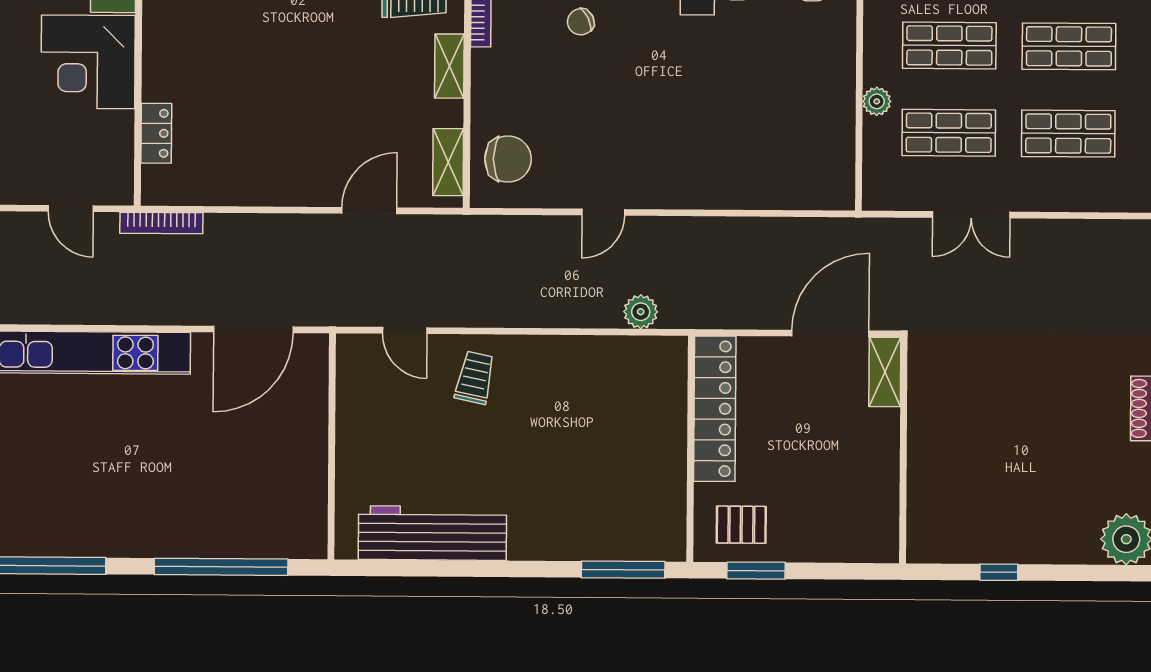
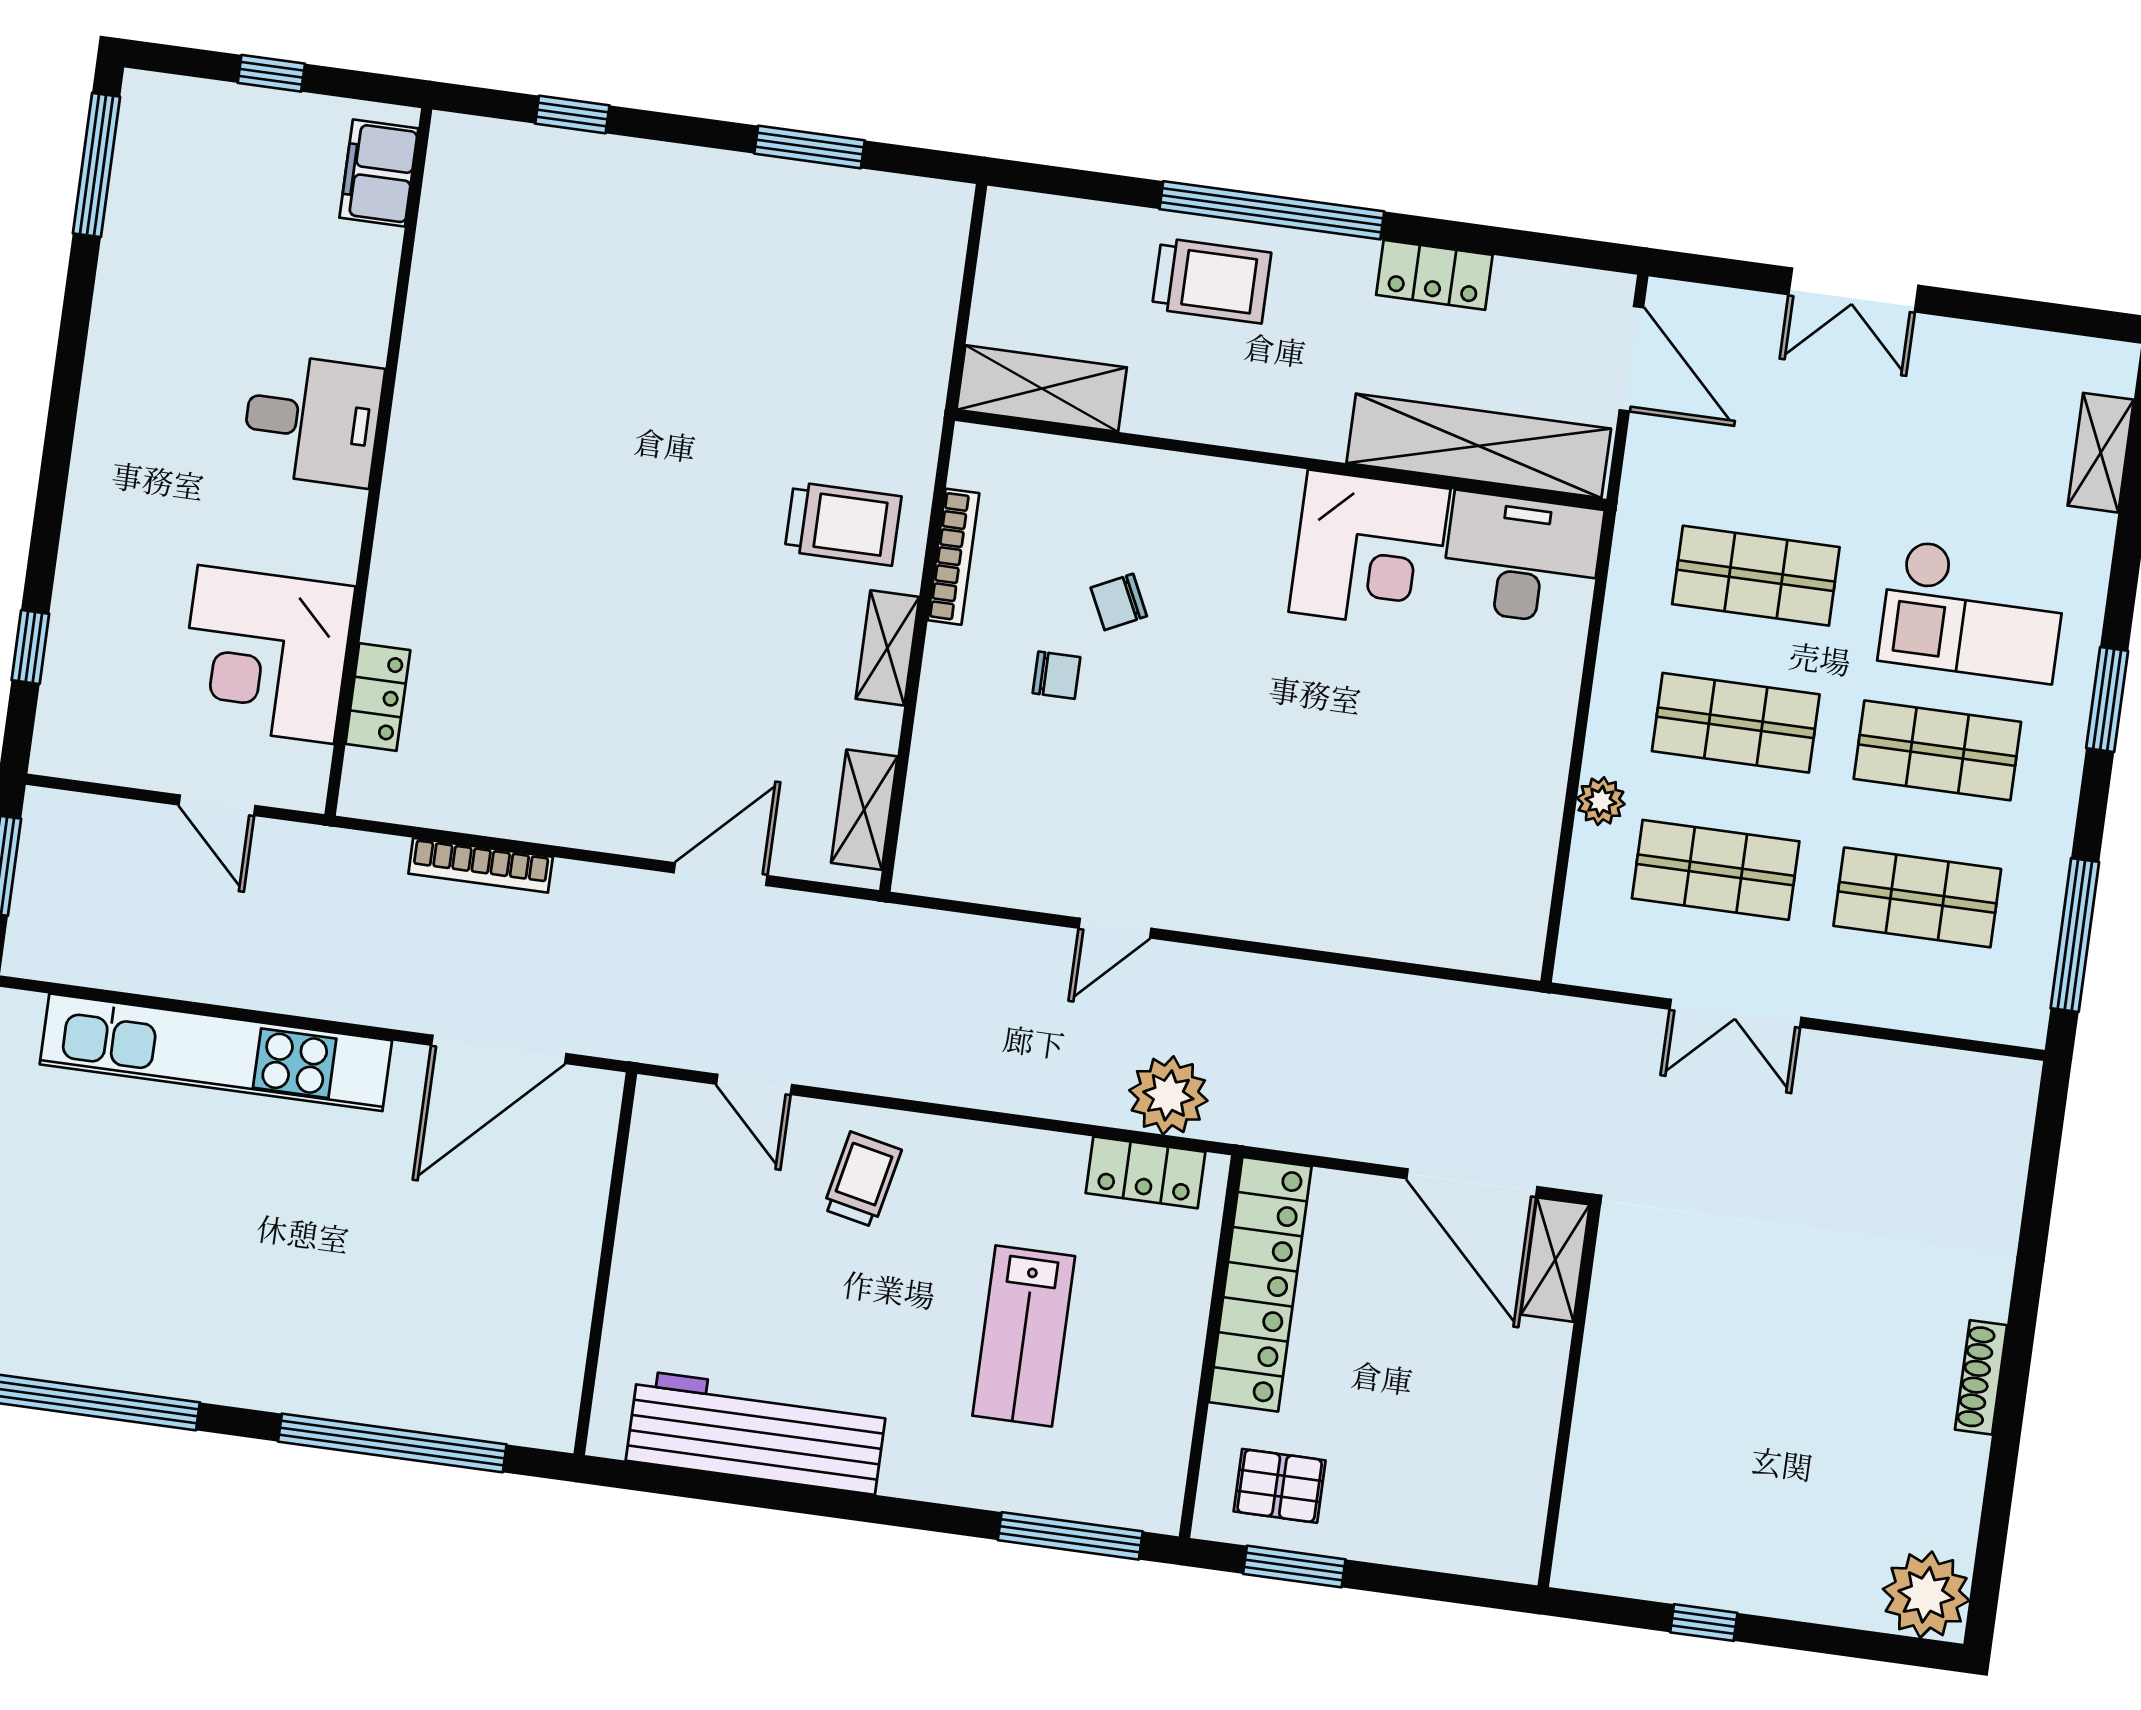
corner desk: (88, 62) -> (266, 654), moved
chair: (508, 159) -> (1057, 675), moved, width x0.54, depth x0.54
bookcase: (161, 223) -> (481, 865), moved
plant: (641, 312) -> (1168, 1095), width x1.36, depth x1.36
door: (830, 333) -> (1472, 1183), swing flipped
locker: (639, 352) -> (1145, 1172), added
lab bench: (581, 457) -> (1024, 1336), added

